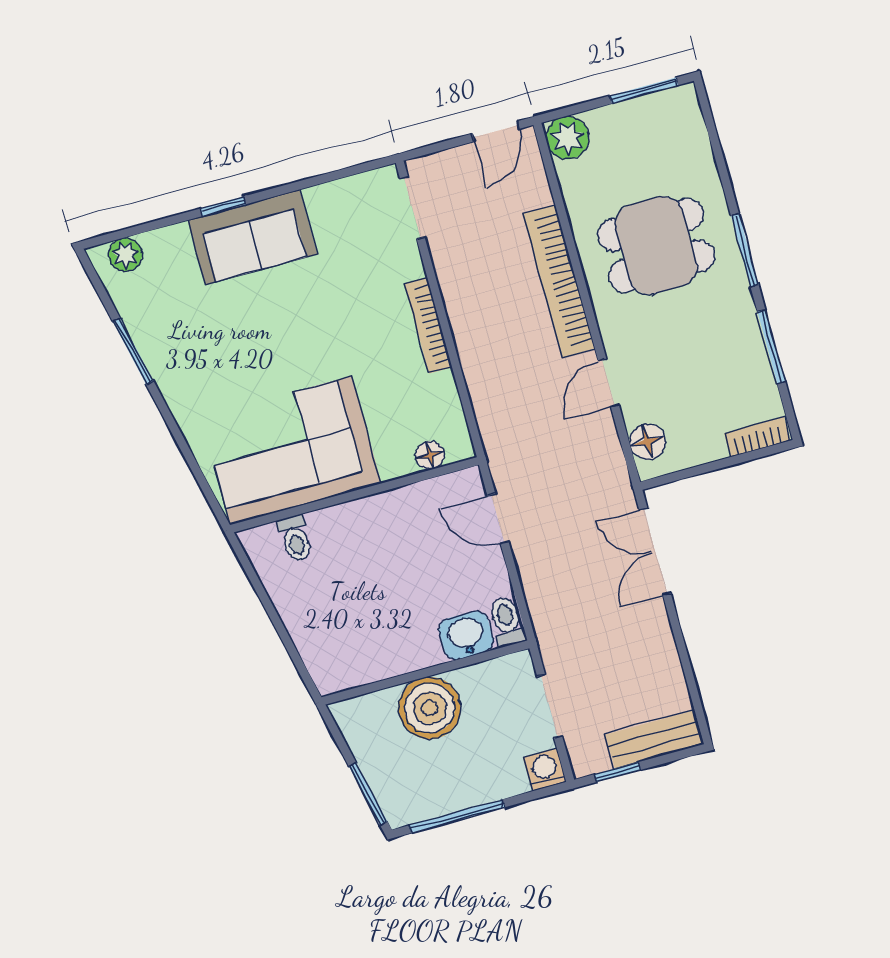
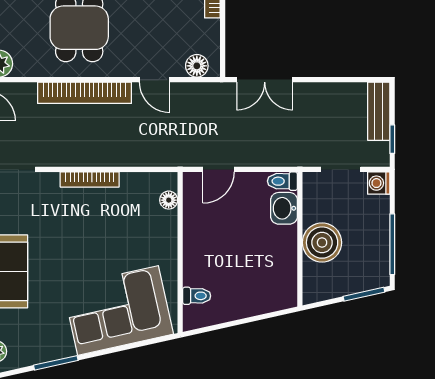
corner sofa: (291, 450) -> (118, 310), moved, turned 77

